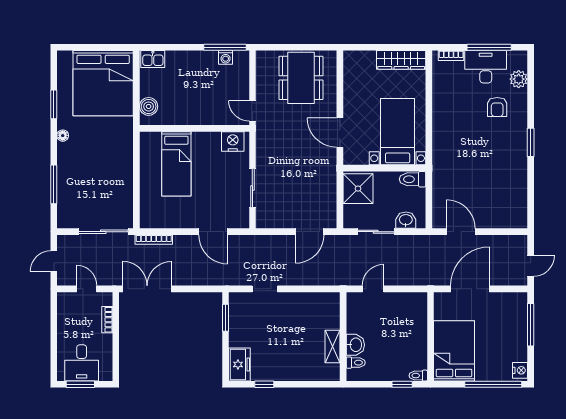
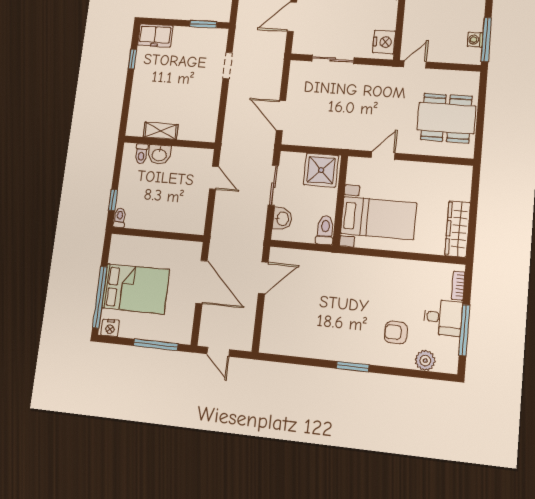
desk: (486, 67) -> (443, 318), width x0.73
door: (340, 133) -> (383, 155), width x0.73
bed: (454, 351) -> (135, 289), moved

